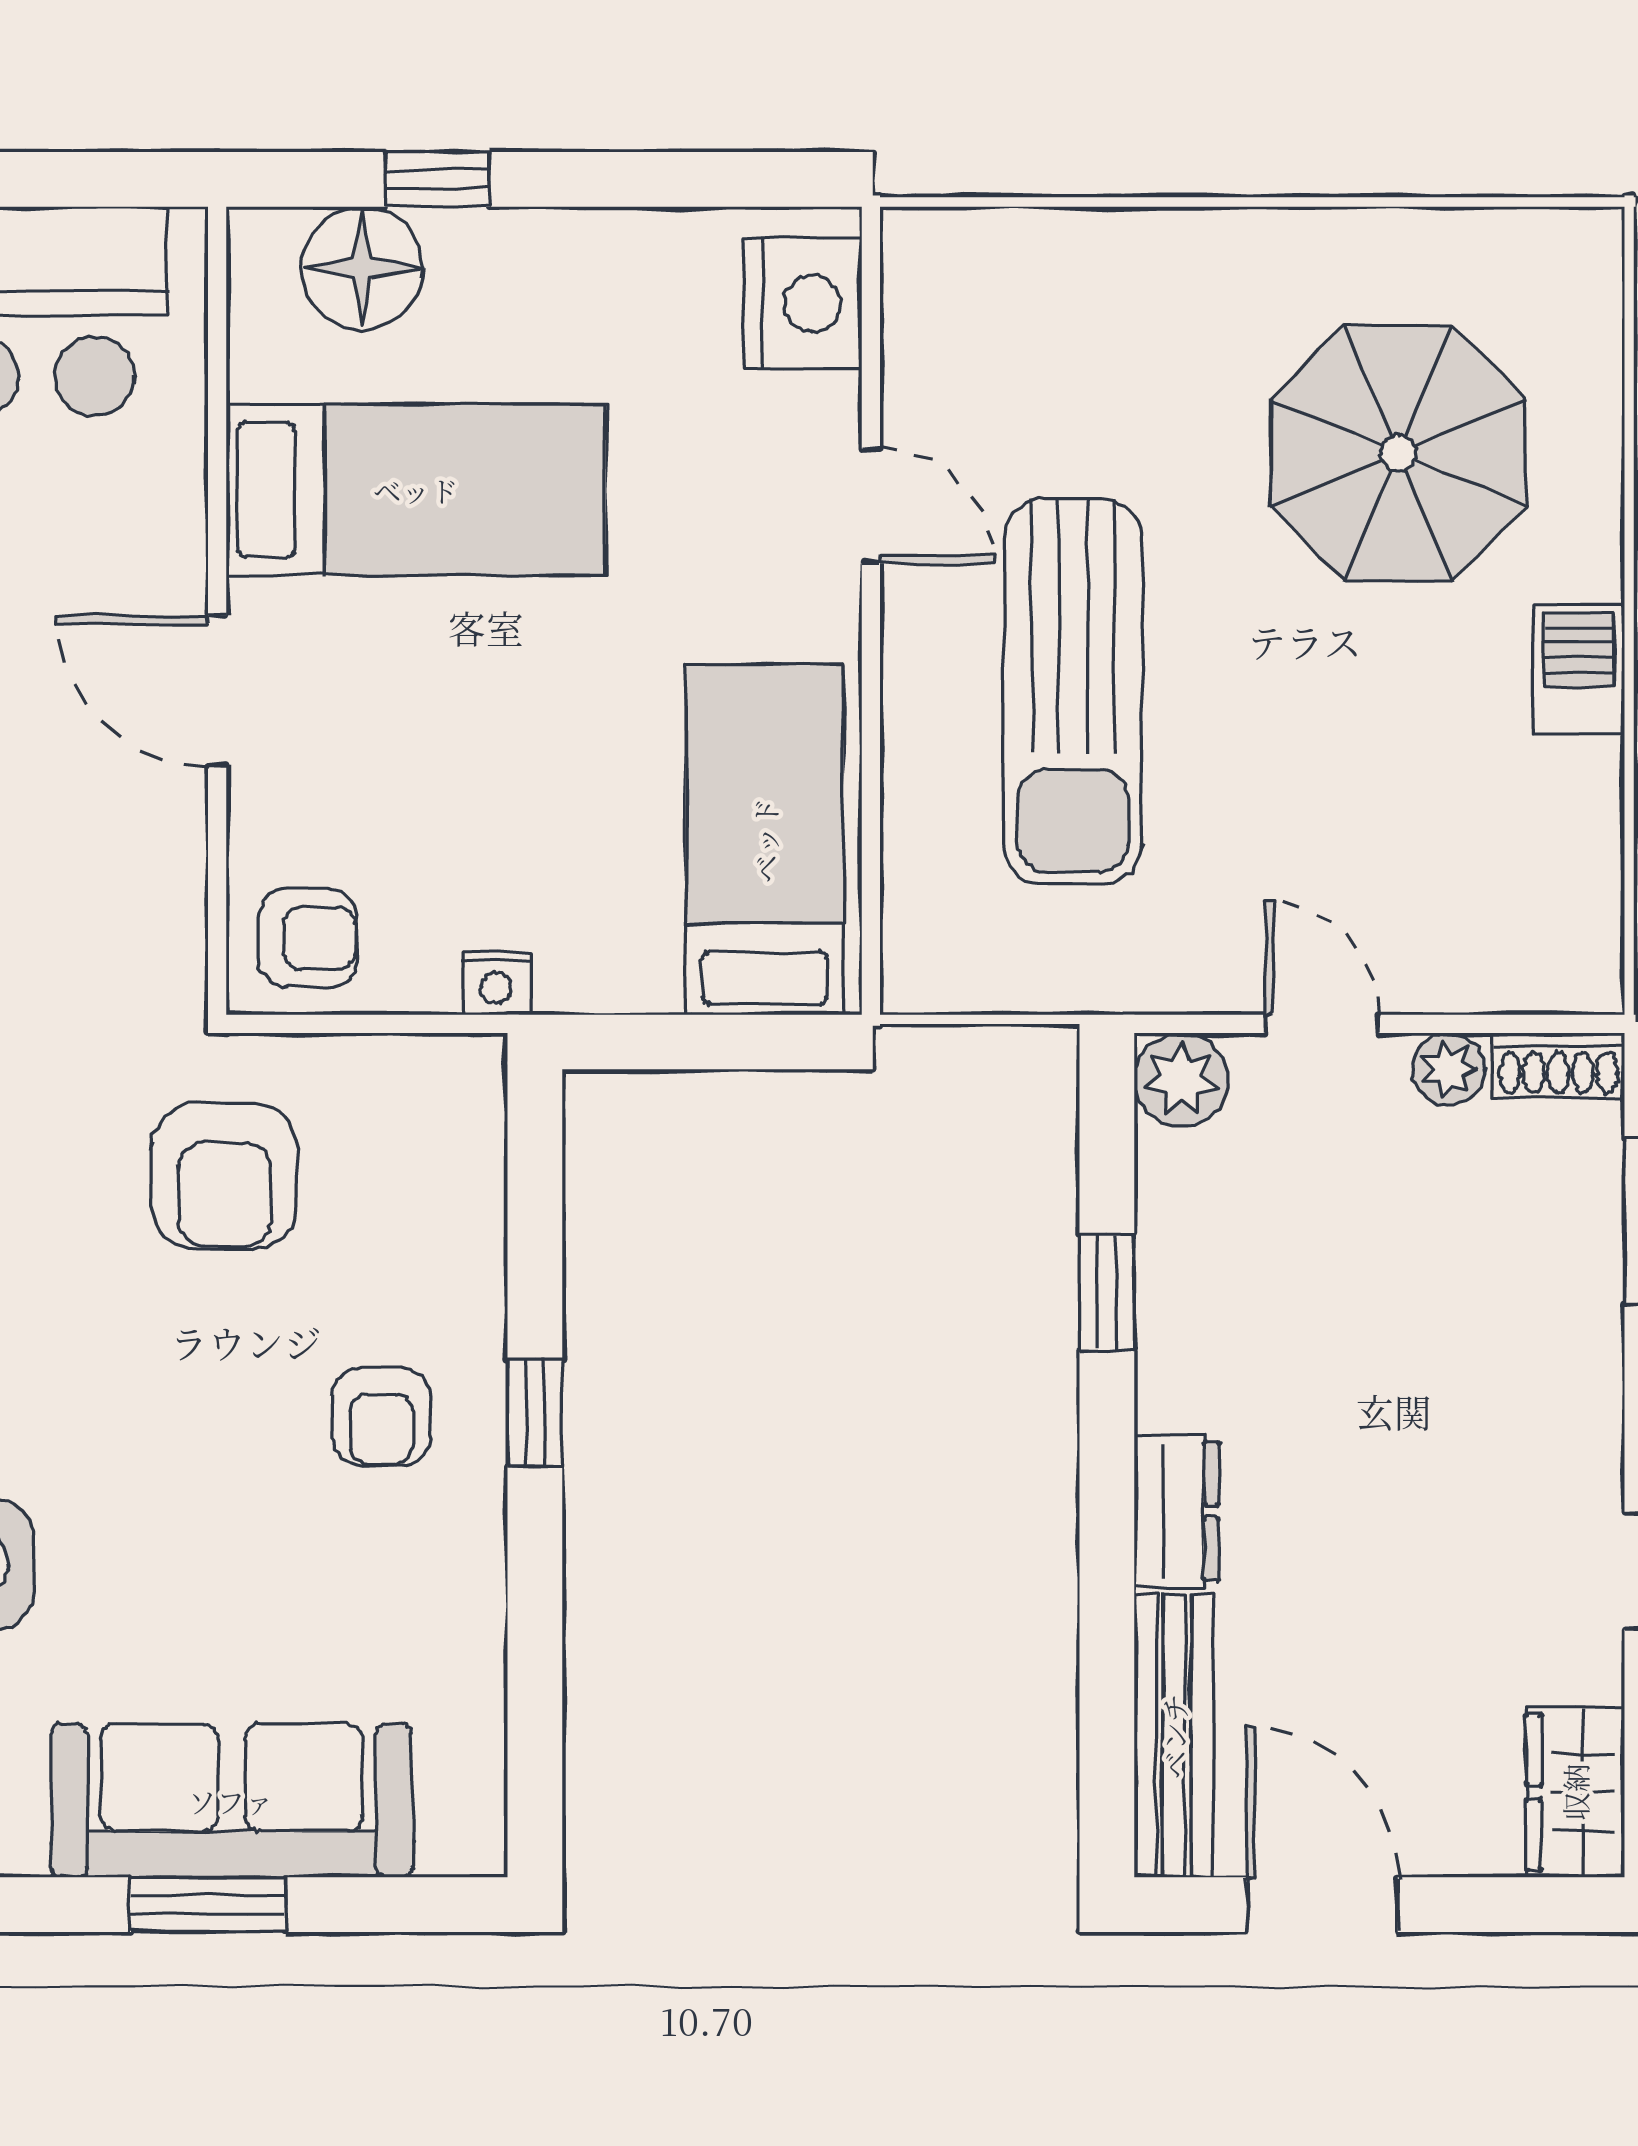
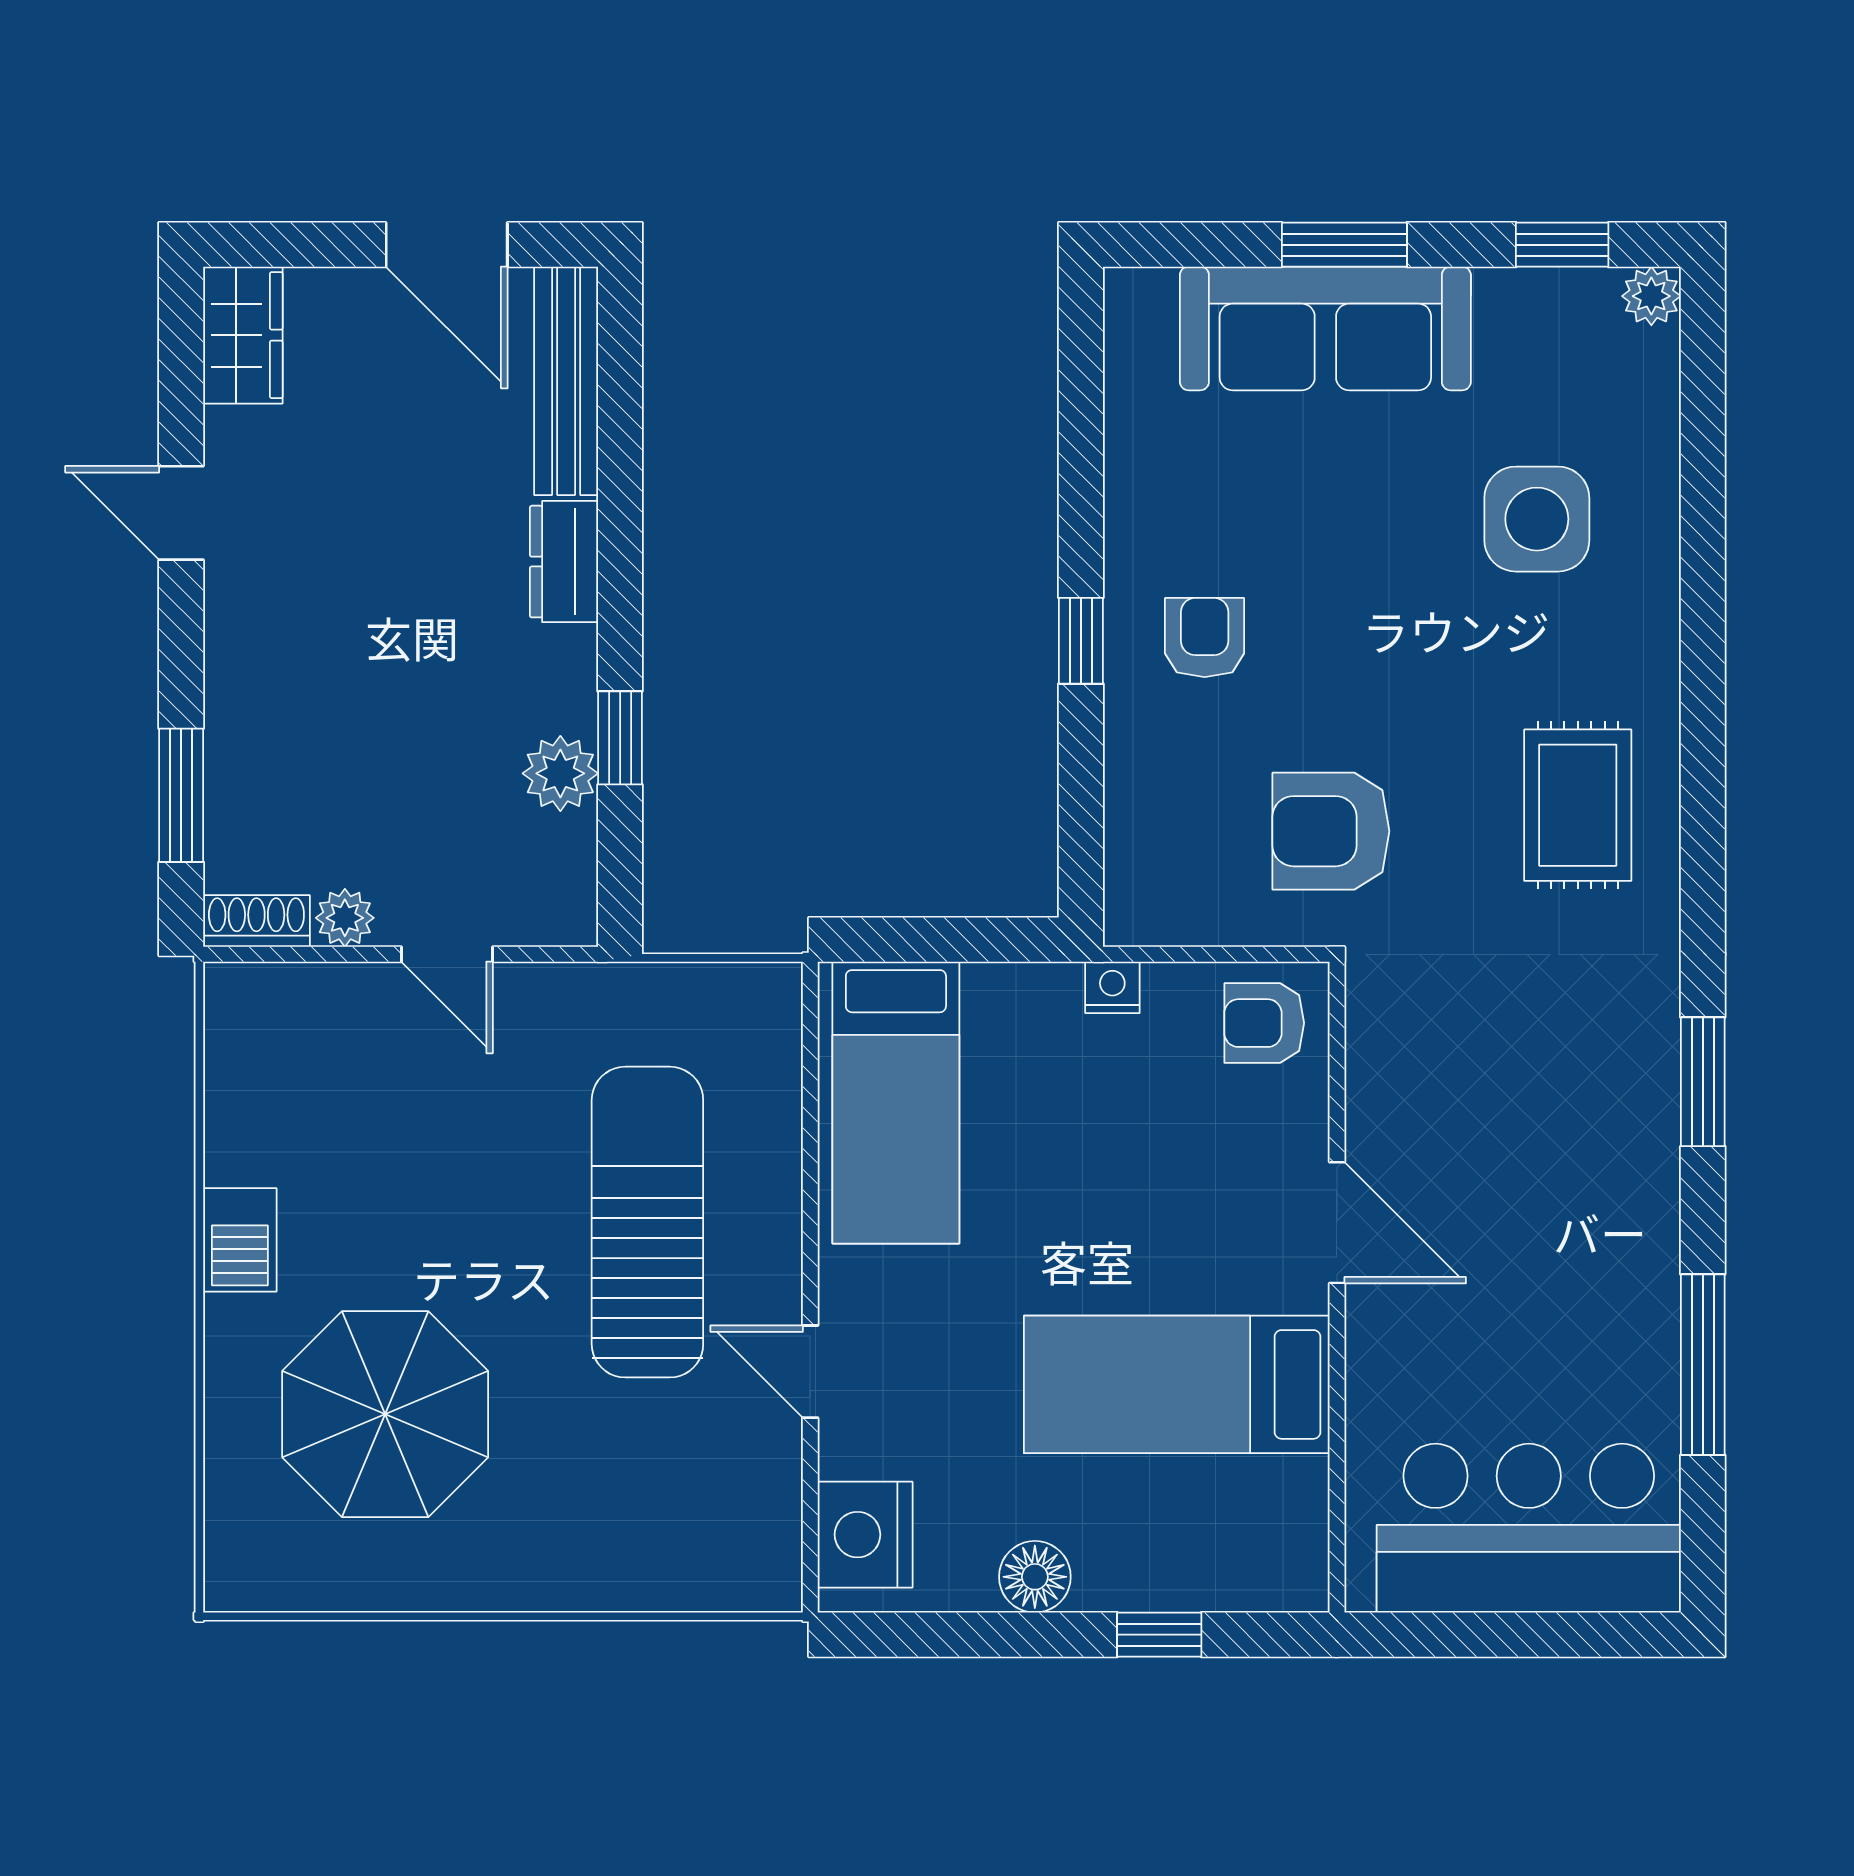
floor lamp: (362, 268) -> (1035, 1577), moved, width x0.73, depth x0.73
plant: (1181, 1080) -> (560, 773), moved
armchair: (225, 1177) -> (1331, 831), turned -90

